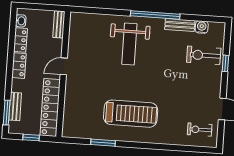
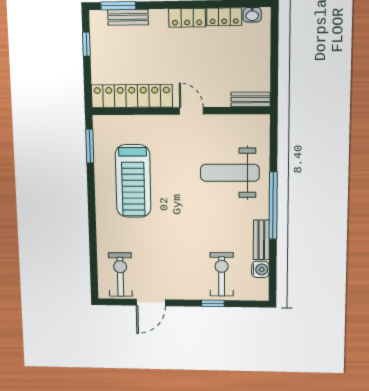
bench: (59, 24) -> (251, 99), moved
door: (64, 66) -> (191, 111), moved
wall: (63, 74) -> (180, 111), moved
locker: (50, 108) -> (132, 96), moved
exercise bike: (200, 130) -> (120, 275), width x1.38, depth x1.39

